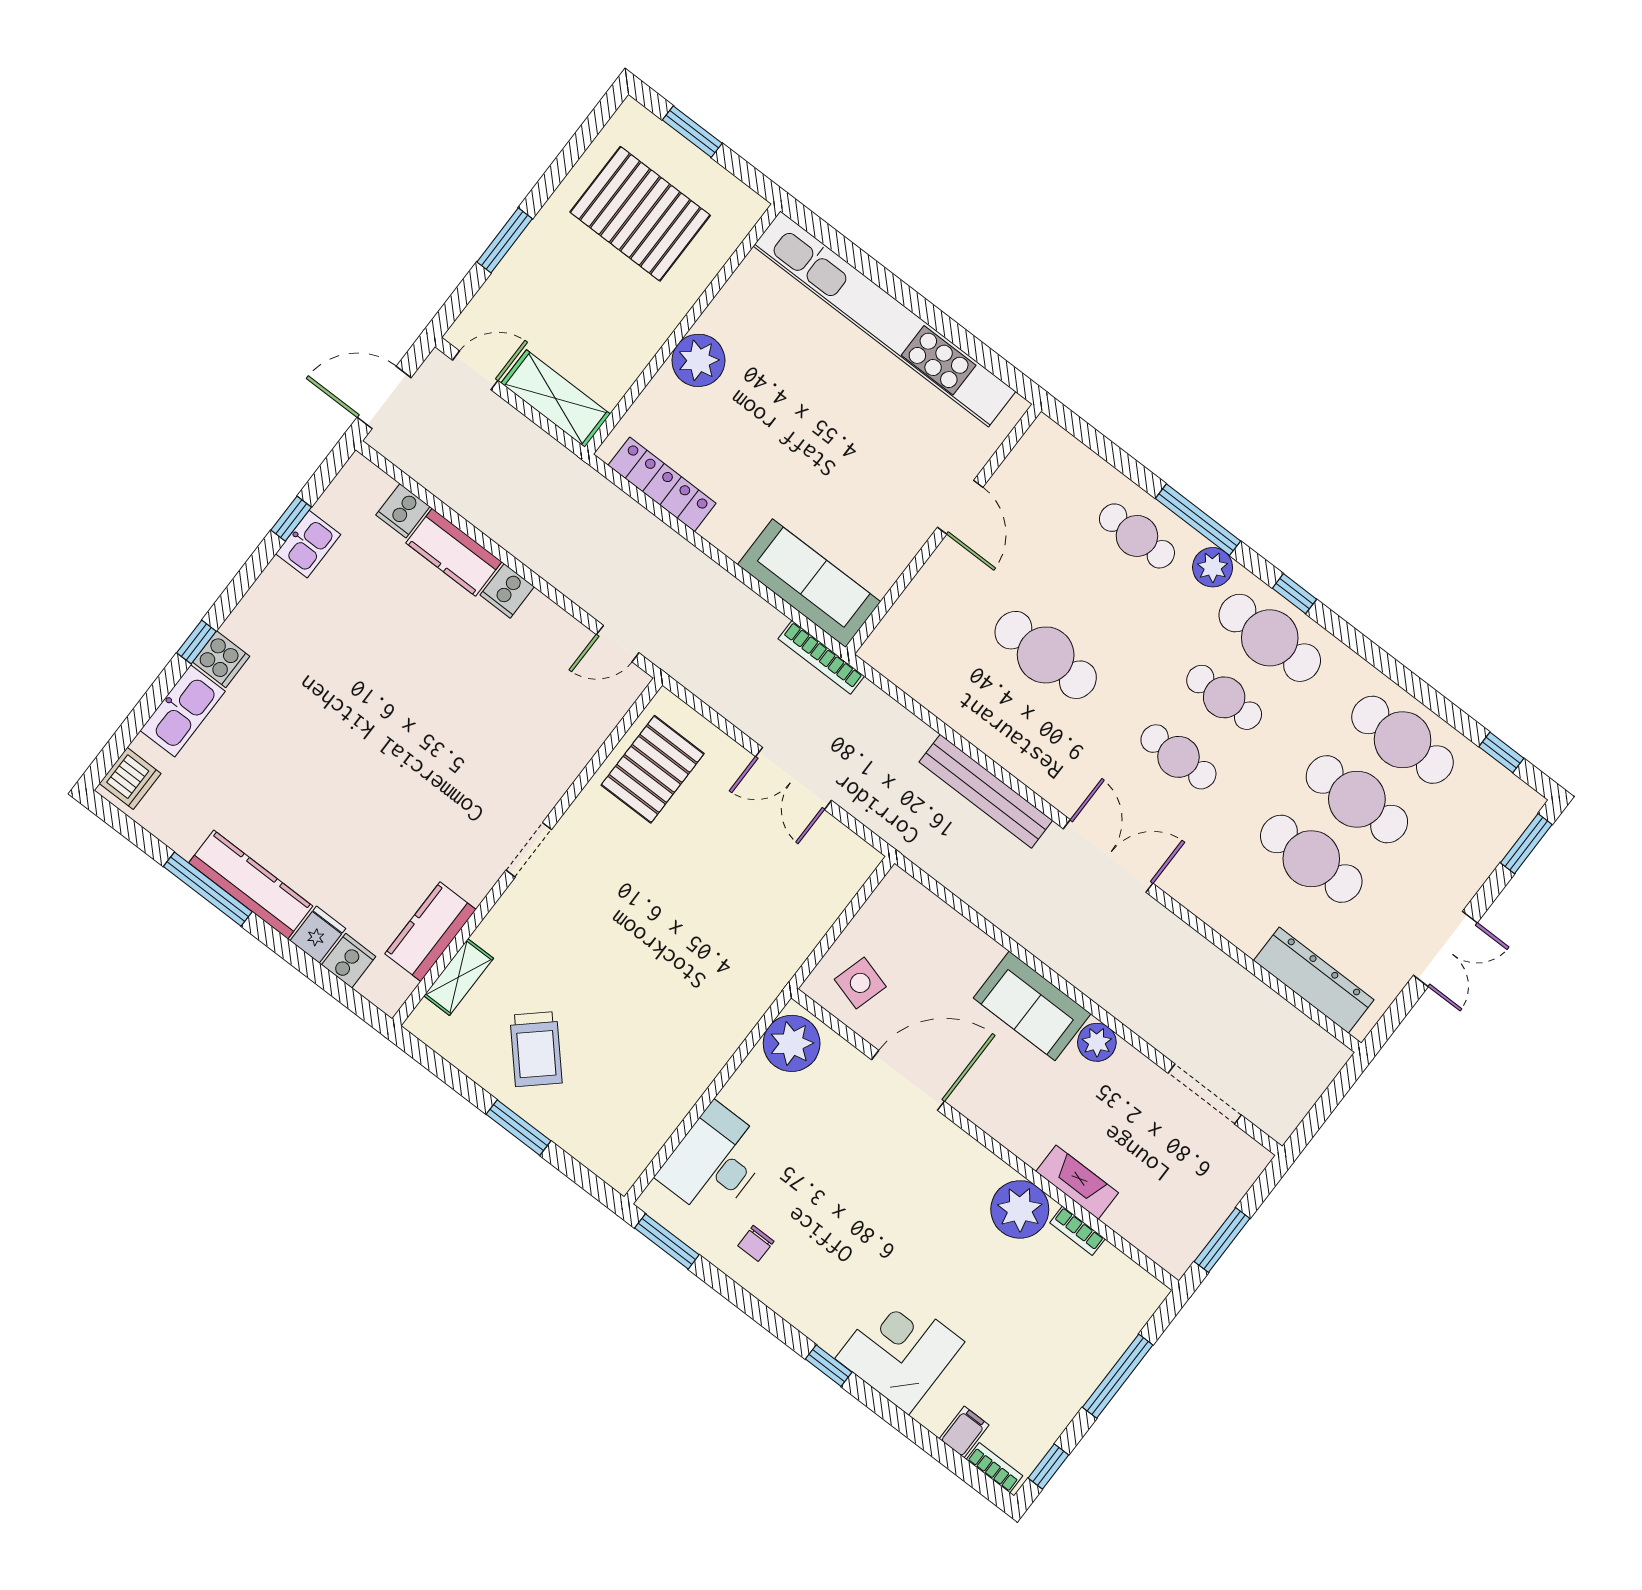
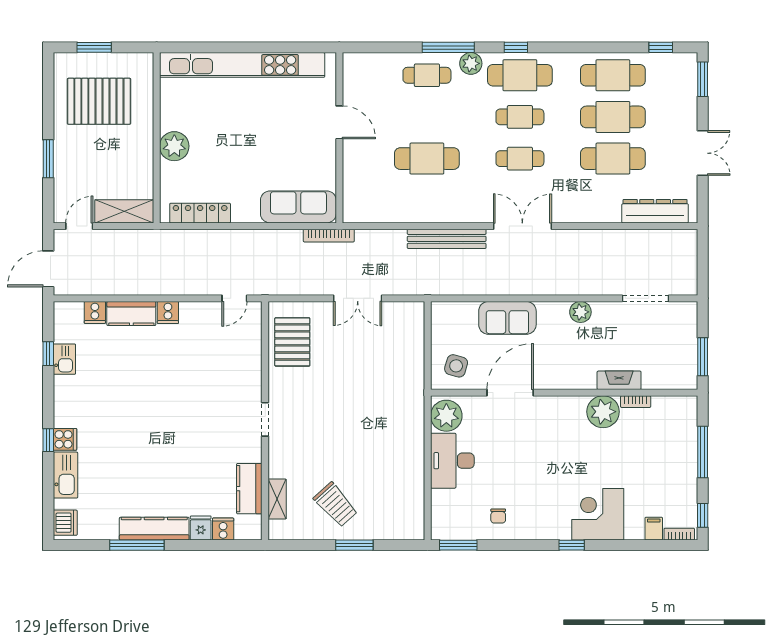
sofa: (1032, 1006) -> (507, 318), moved
desk: (714, 1162) -> (452, 461), moved

